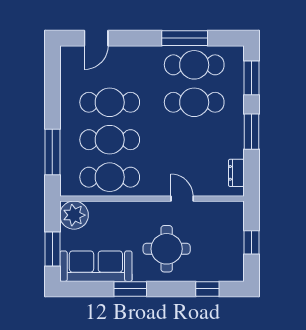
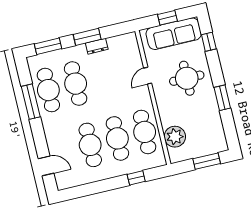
window: (52, 152) -> (136, 178), width x0.46
dresser: (236, 173) -> (97, 46), moved
plant: (74, 215) -> (175, 137), moved
sofa: (96, 266) -> (174, 34), moved, turned -90

